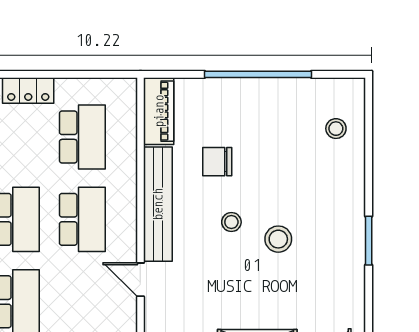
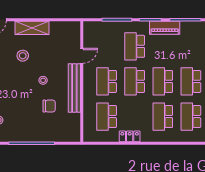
piano: (159, 111) -> (74, 128), removed
stool: (278, 239) -> (23, 56), moved
door: (140, 280) -> (82, 56), hinge flipped

